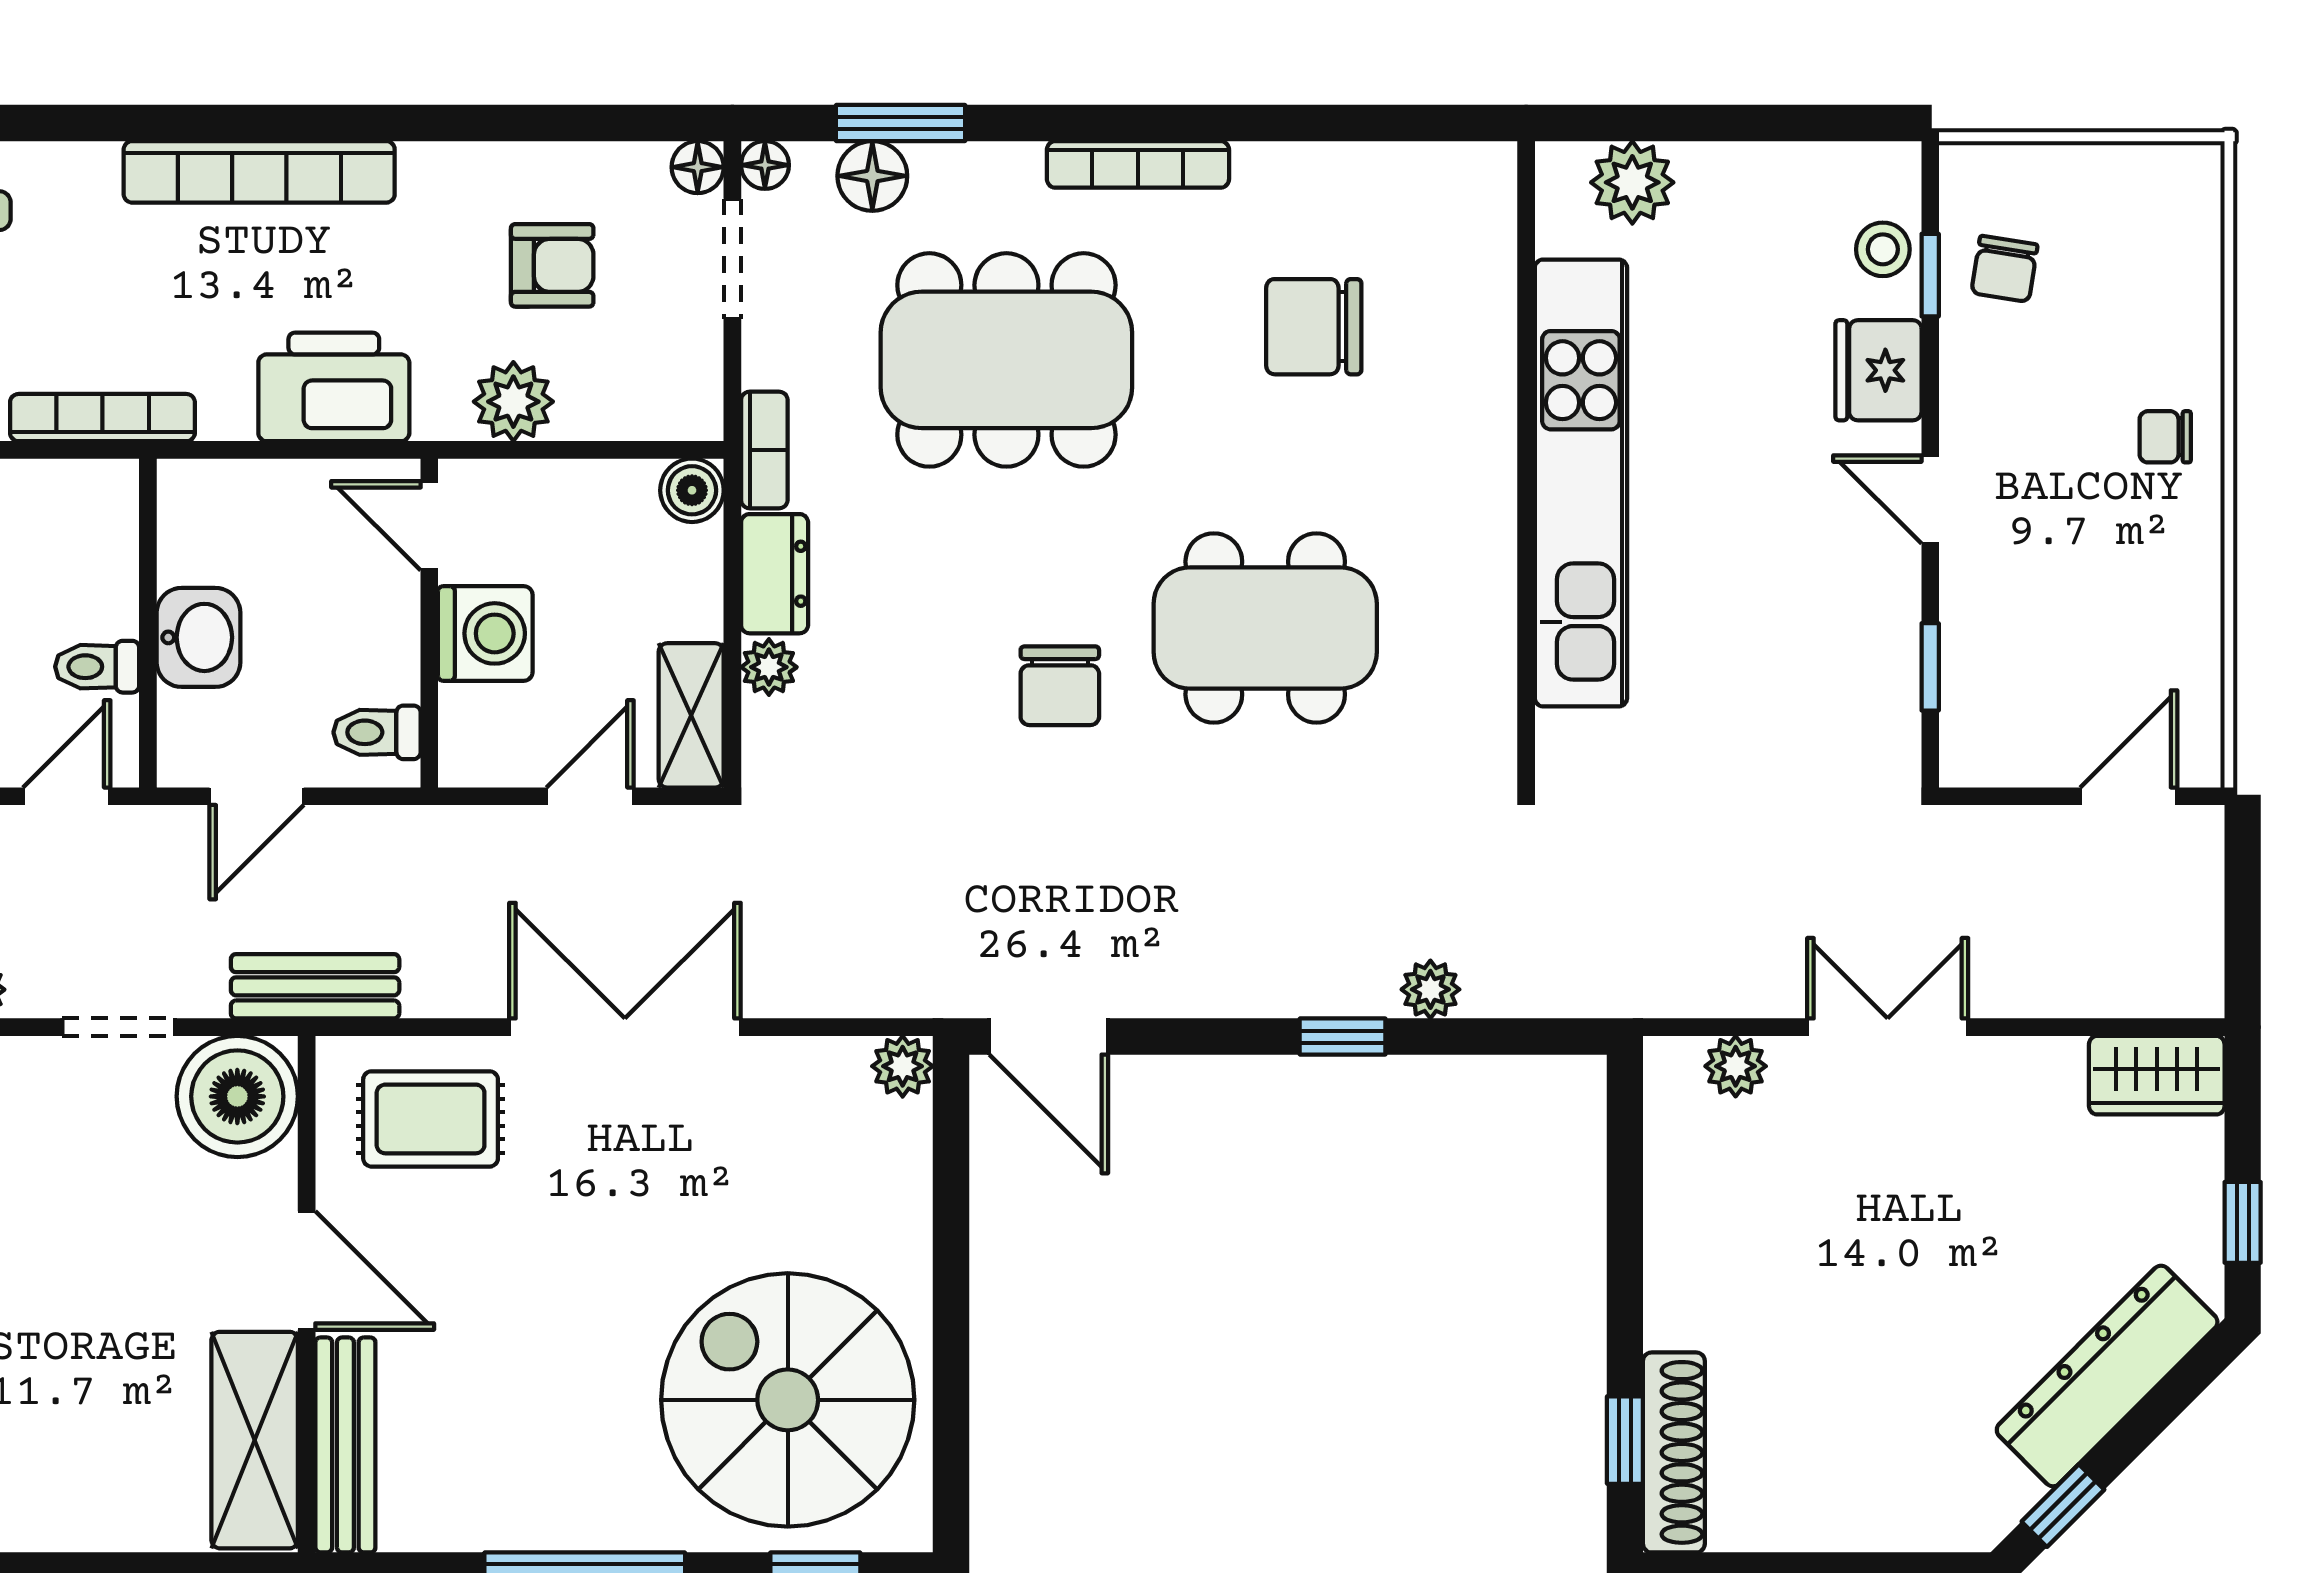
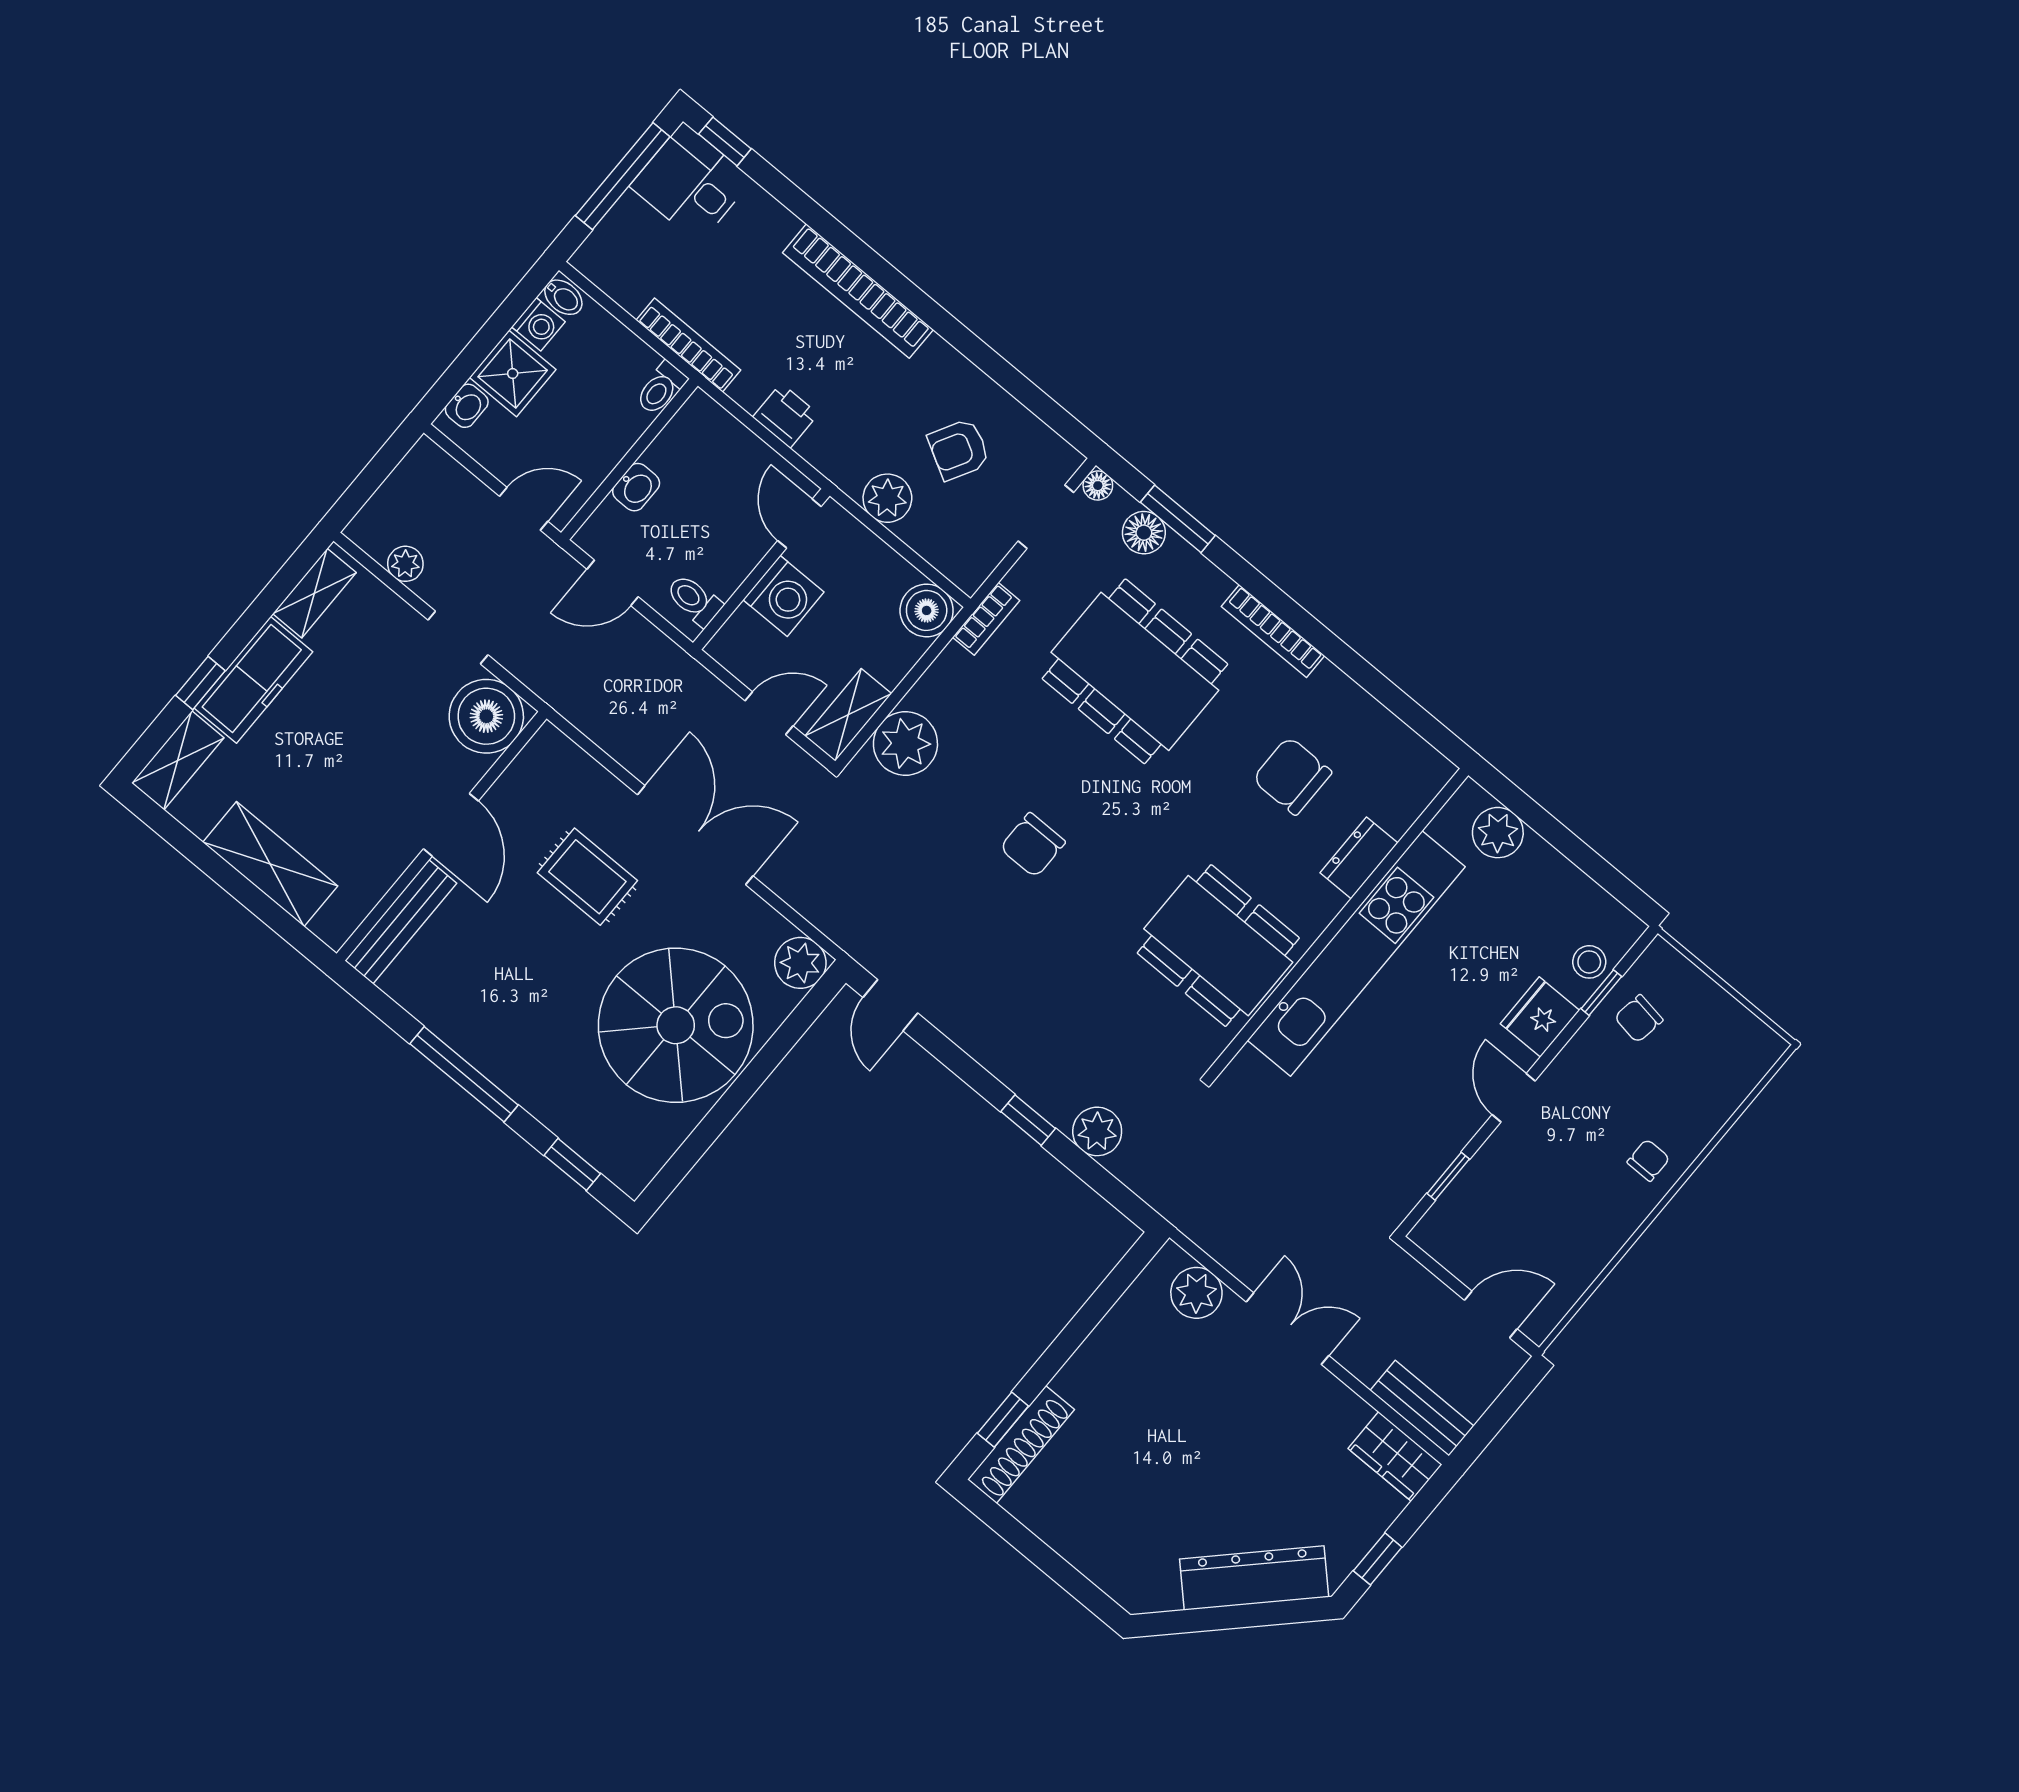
floor lamp: (698, 167) -> (1065, 460), removed
armchair: (552, 265) -> (959, 449), turned 119
printer: (334, 387) -> (785, 416), width x0.53, depth x0.68
chair: (2165, 437) -> (1648, 1160), turned 90
boiler: (692, 490) -> (927, 610), width x1.36, depth x1.36
dresser: (775, 574) -> (1359, 858), moved, turned 180
dining table: (1265, 628) -> (1218, 946), moved
washbasin: (198, 637) -> (636, 487), width x0.72, depth x0.69
toilet: (97, 667) -> (661, 388), moved, turned -90
plant: (769, 667) -> (905, 744), width x1.87, depth x1.87
bench: (315, 986) -> (1422, 1408), moved
plant: (1430, 989) -> (1097, 1131), width x1.38, depth x1.38
door: (1049, 1037) -> (890, 1005), width x0.73
plant: (903, 1066) -> (800, 963), width x1.38, depth x1.38
plant: (1736, 1066) -> (1196, 1293), width x1.38, depth x1.38
rug: (431, 1119) -> (587, 877), moved
spiral stairs: (788, 1400) -> (676, 1025), moved, turned 90
shelving: (255, 1440) -> (270, 864), moved, turned 90
window: (2063, 1506) -> (1183, 1622), removed

